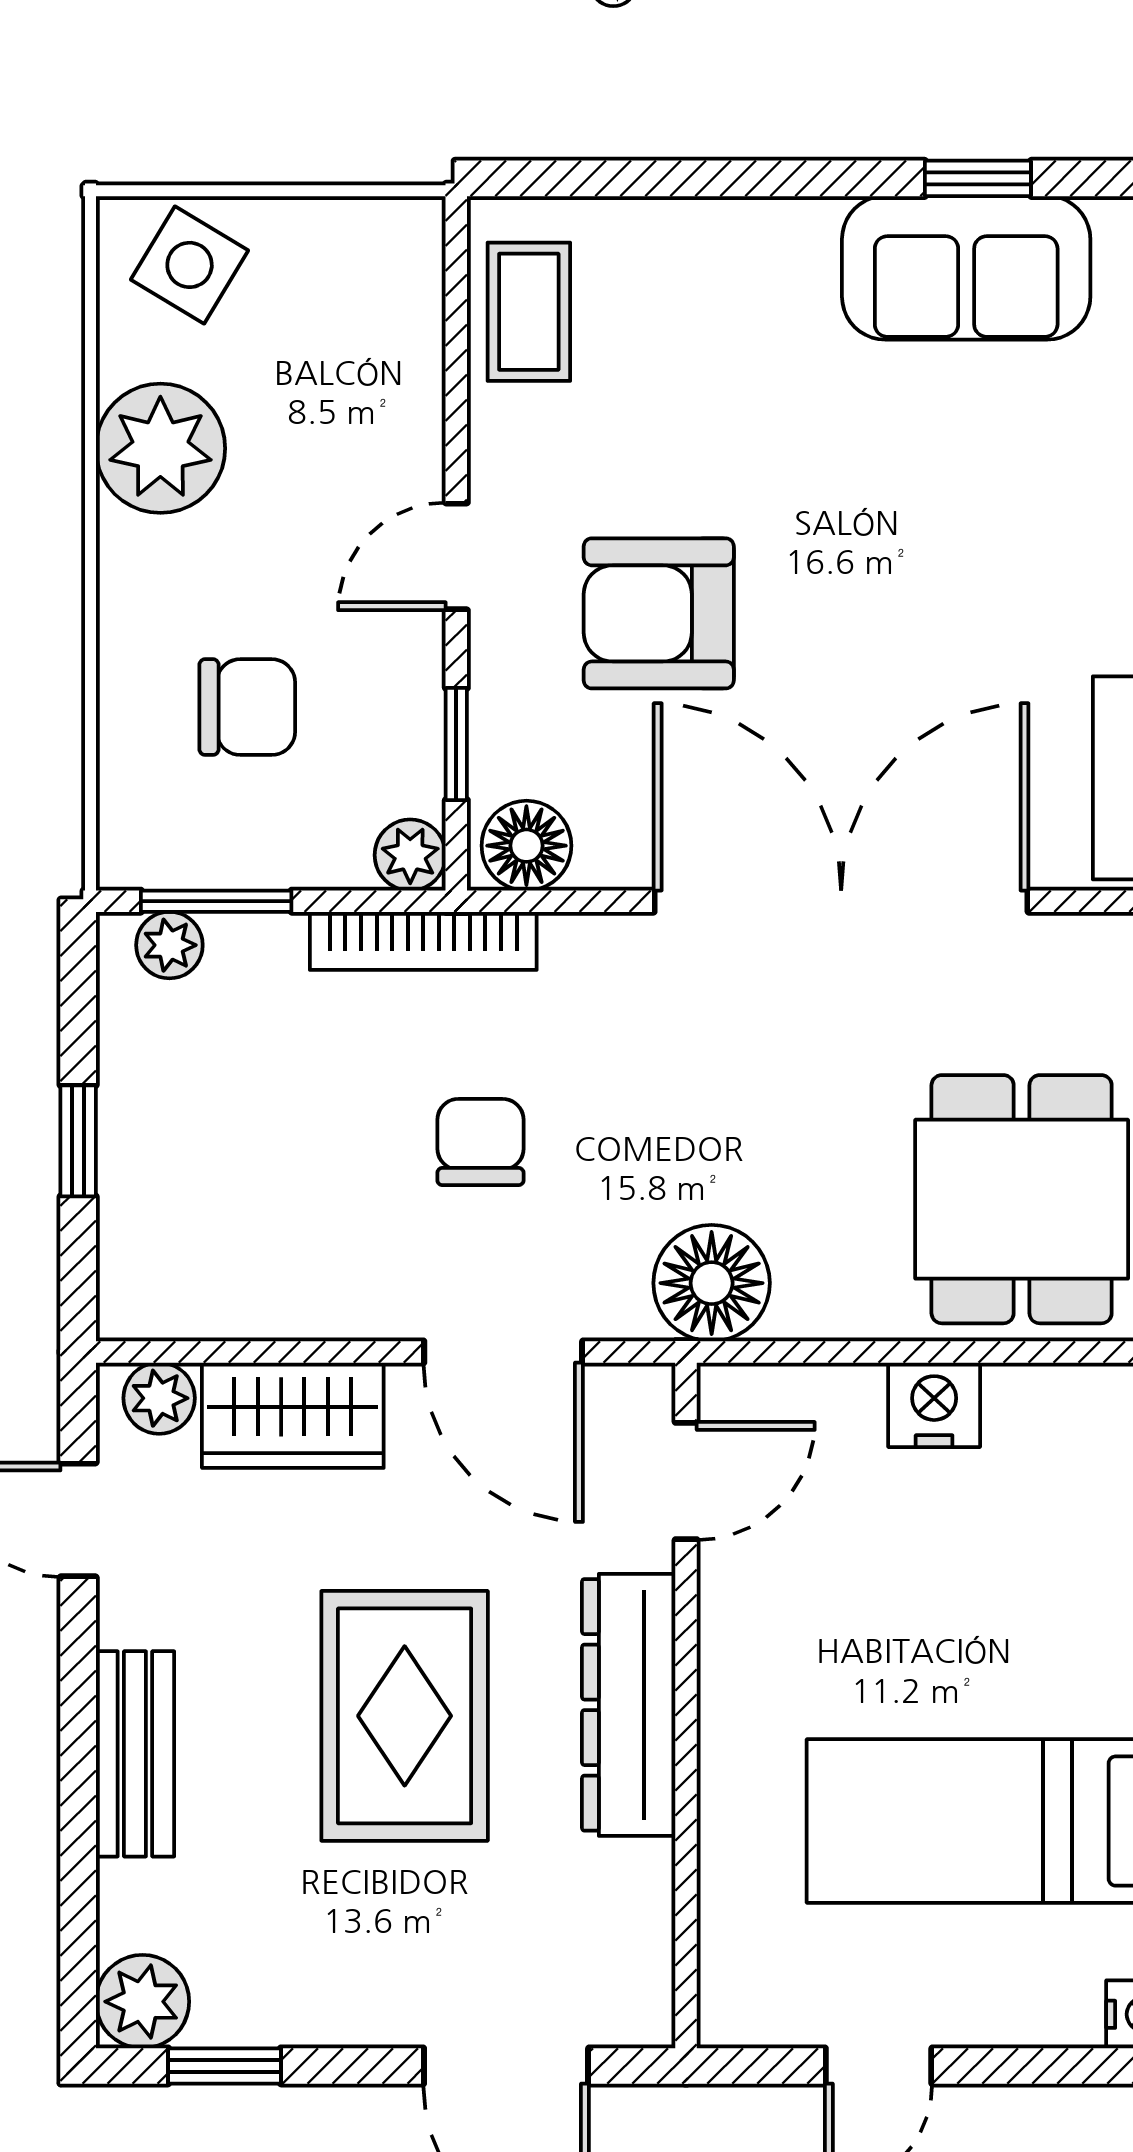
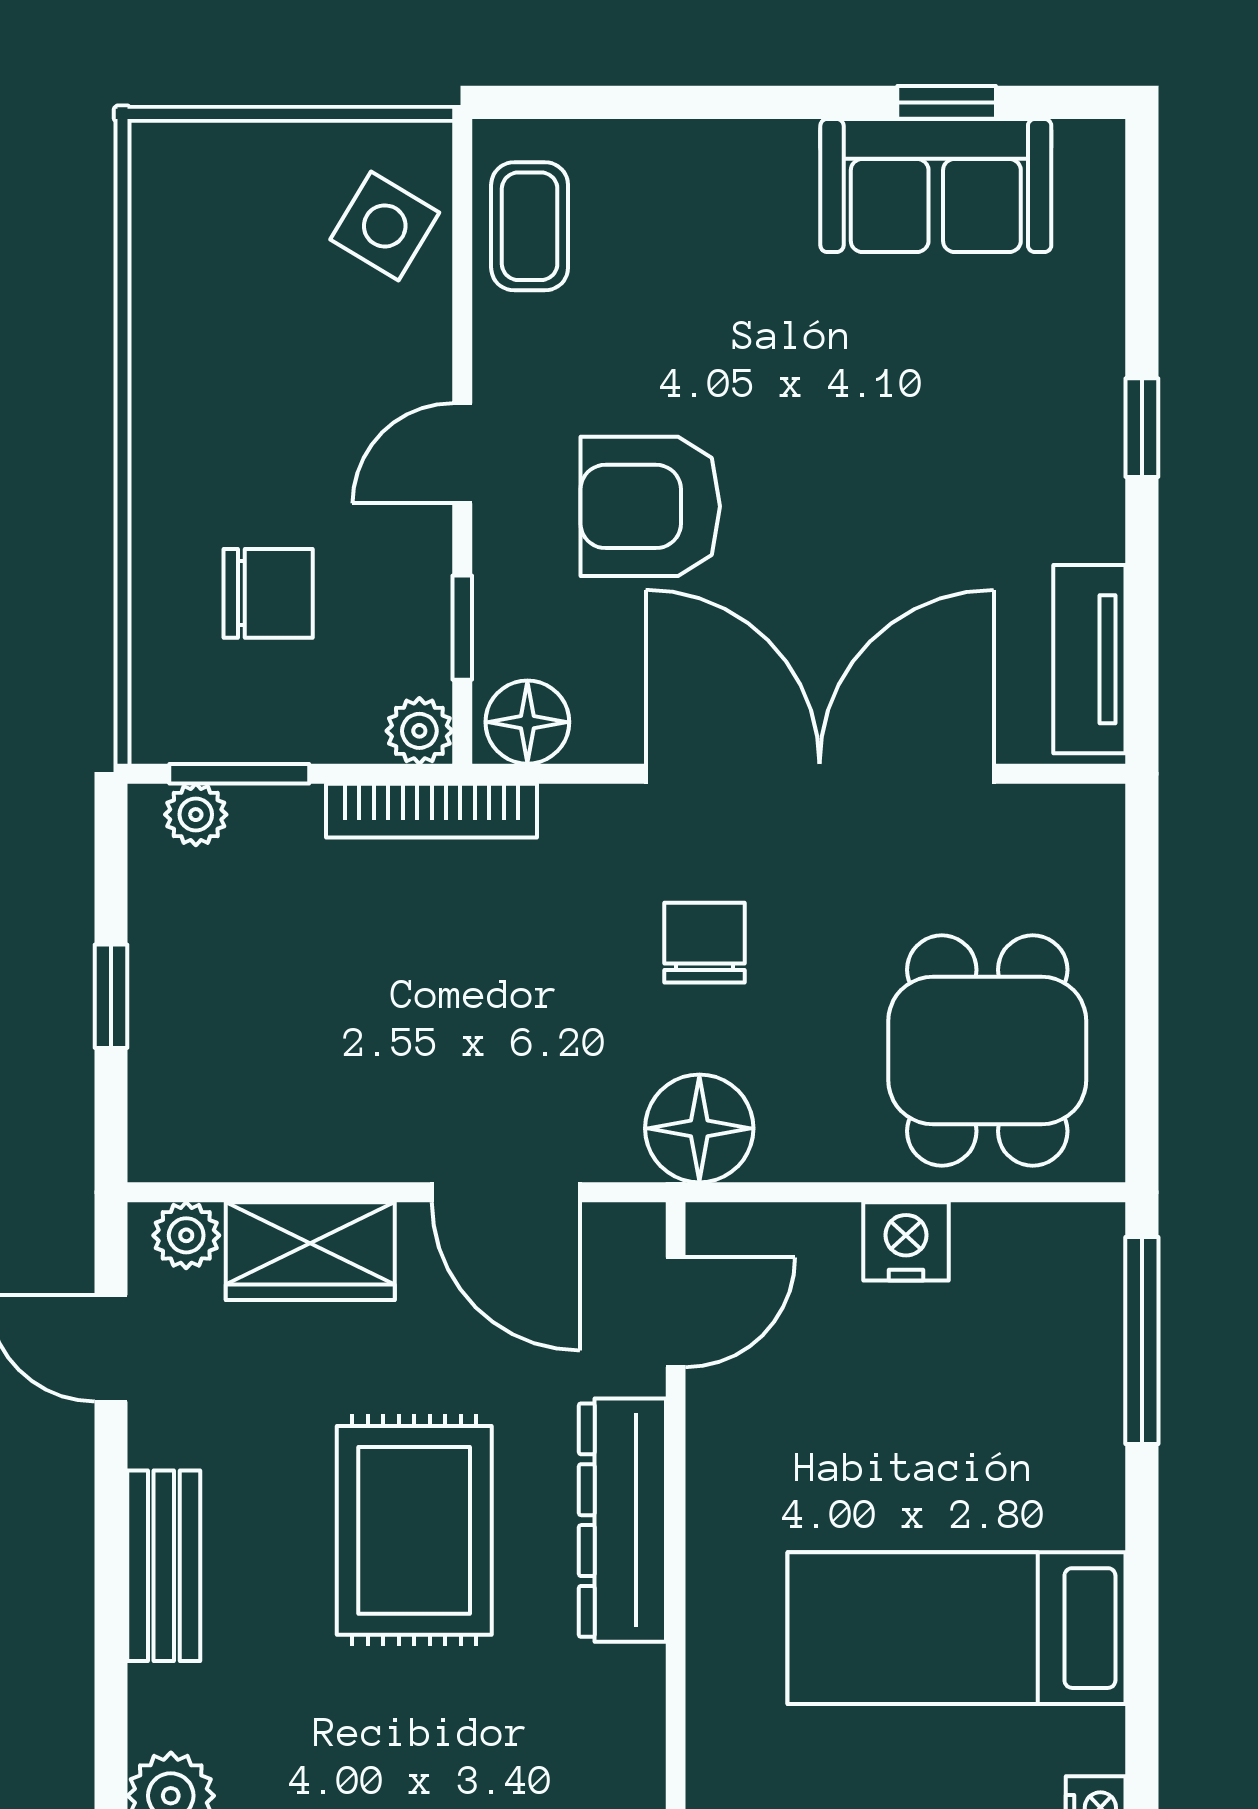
side table: (190, 265) -> (385, 226), moved
plant: (160, 448) -> (187, 353), removed
chair: (480, 1142) -> (704, 943), moved

